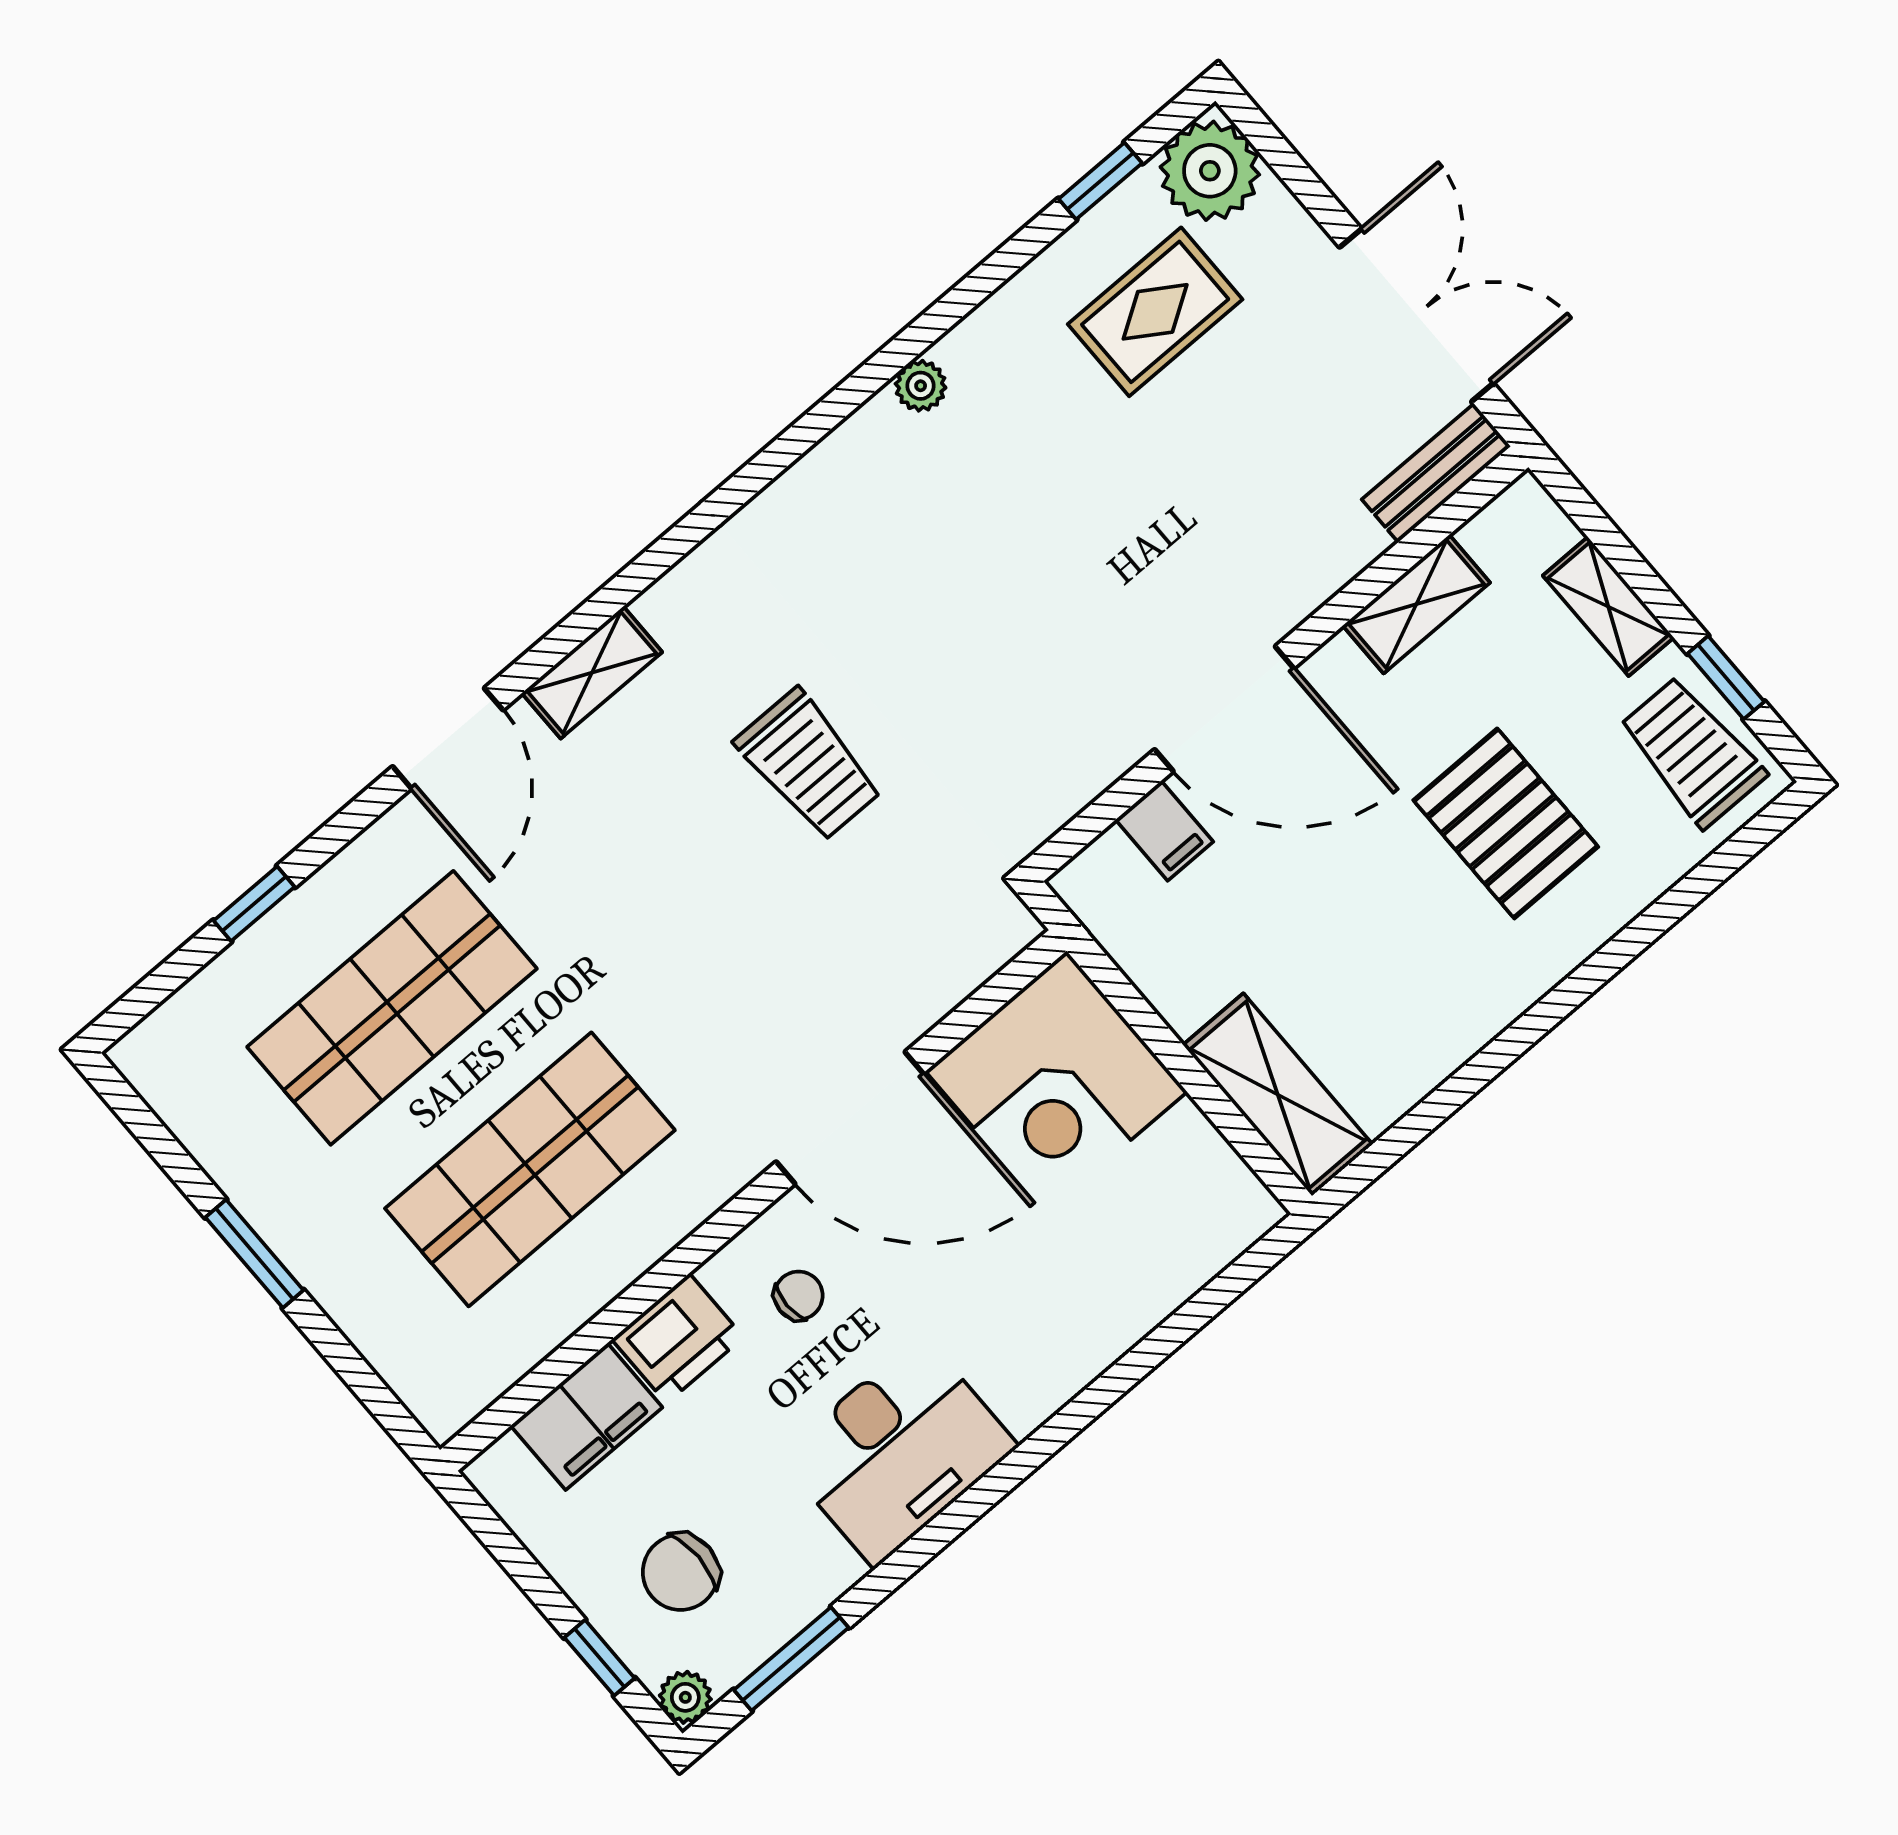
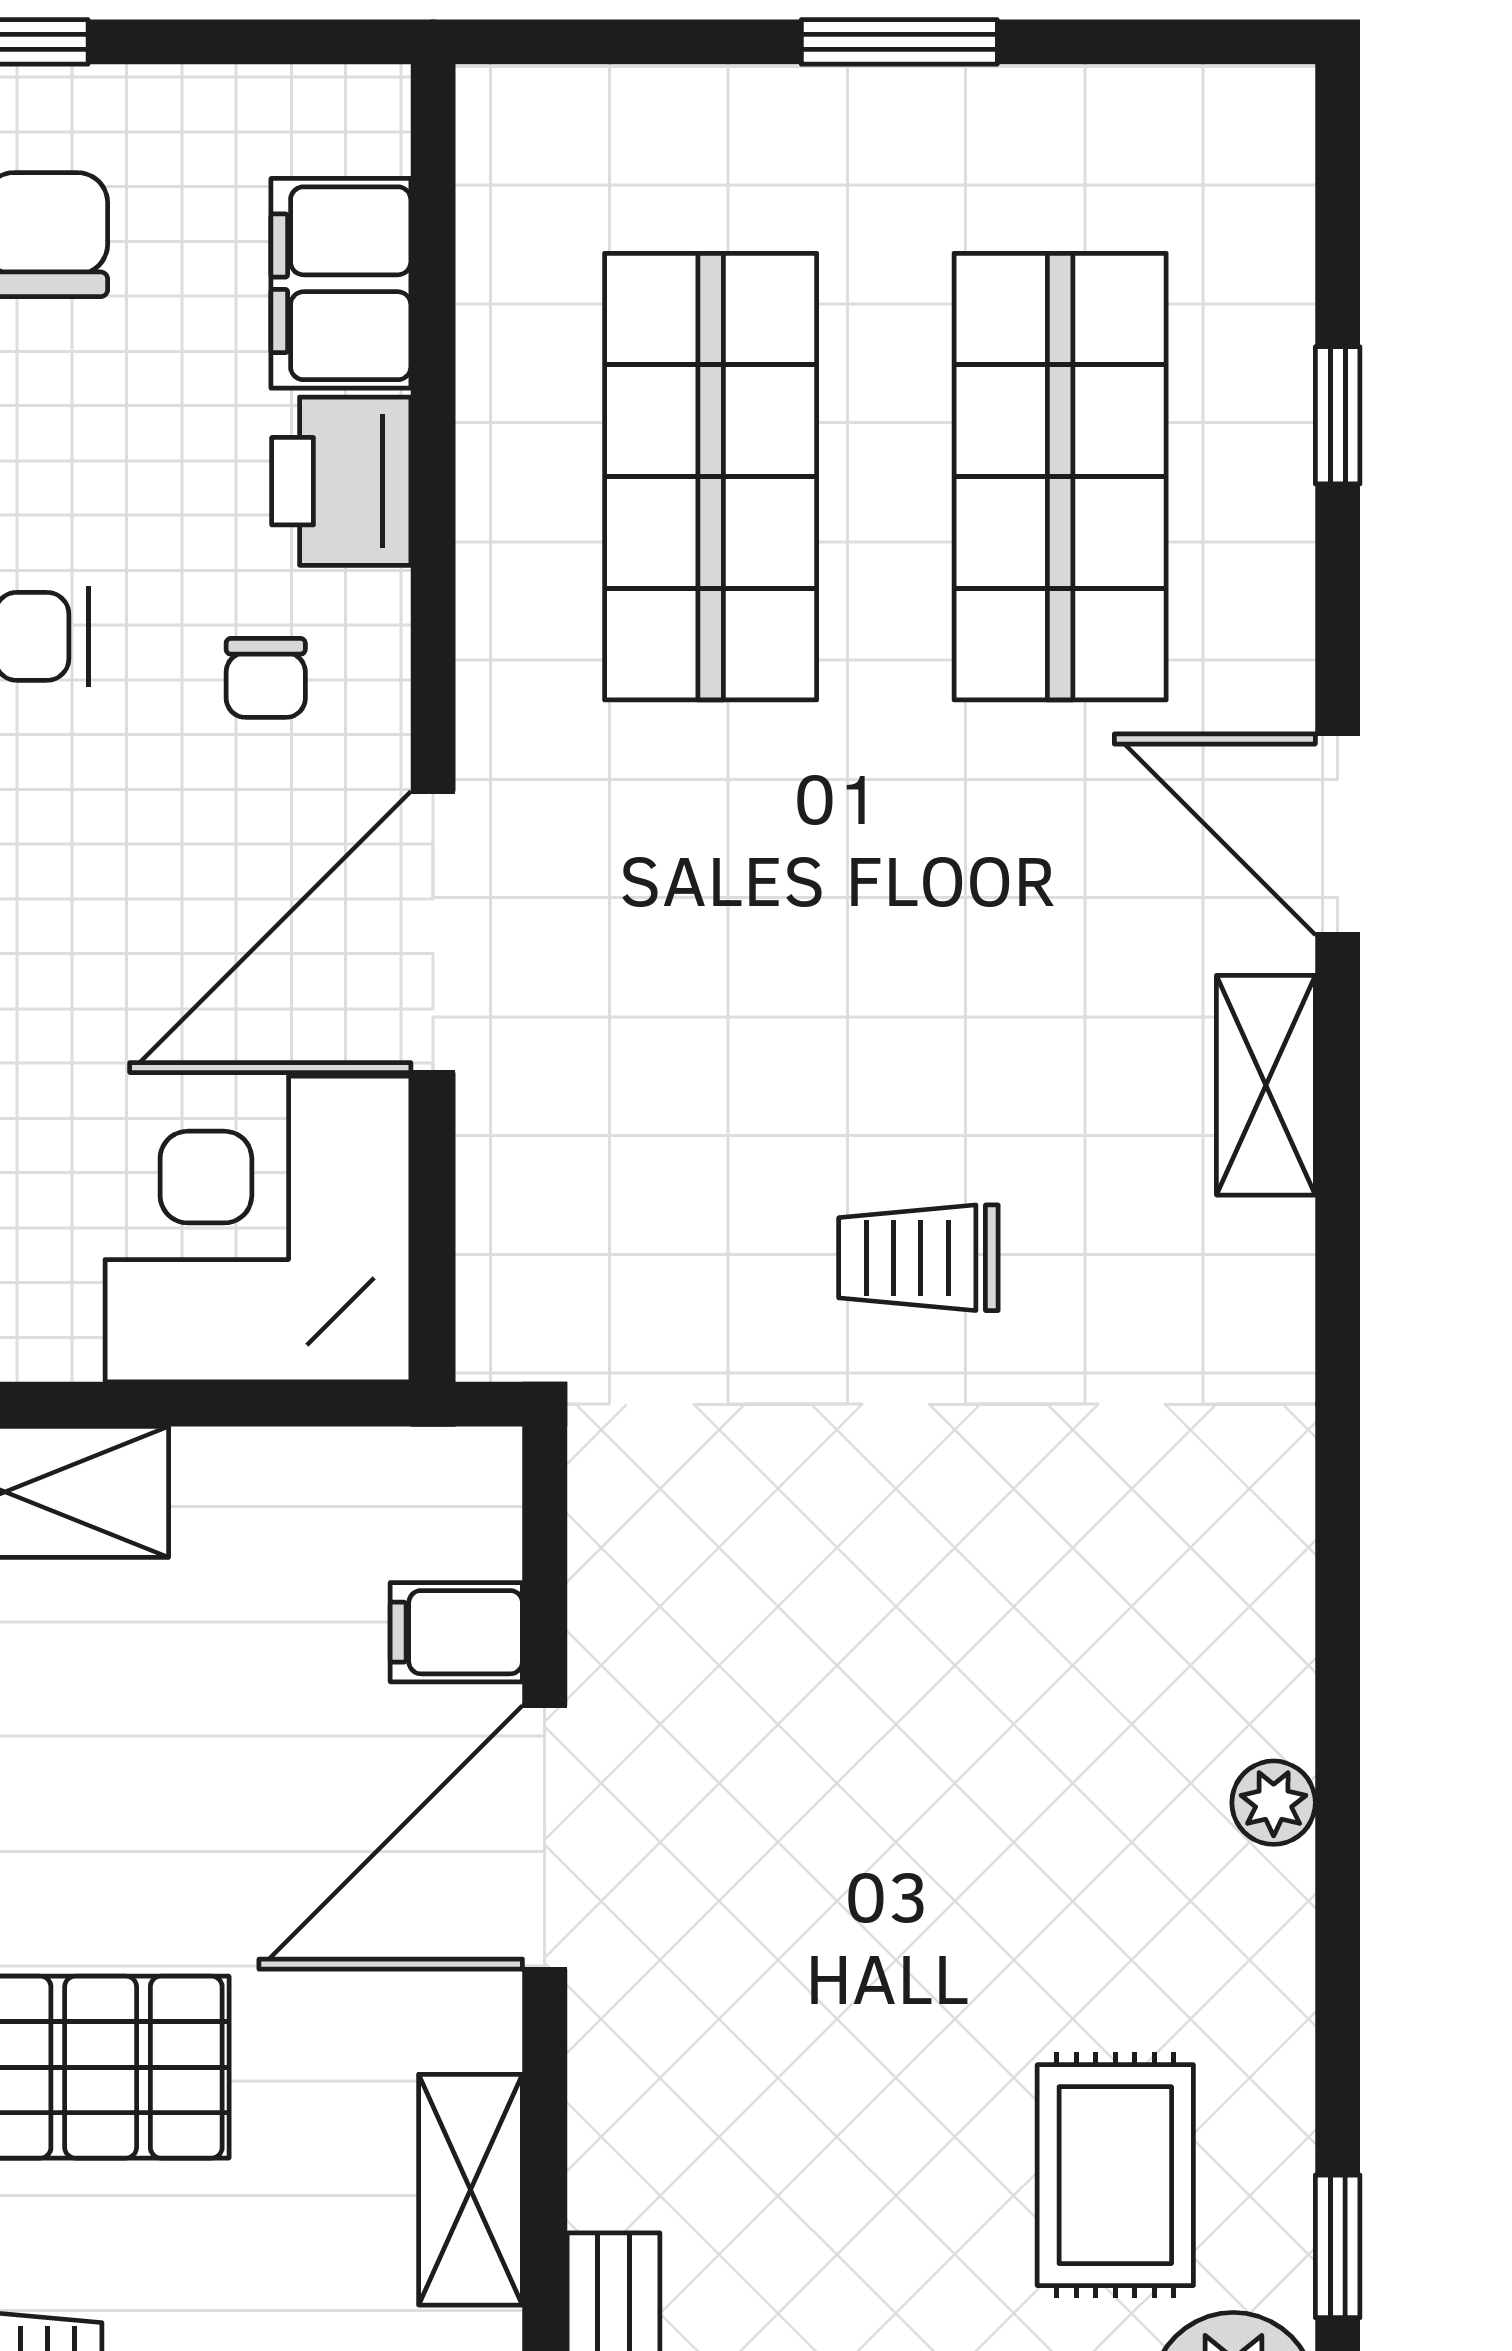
trolley: (809, 765) -> (918, 1258), width x0.73, depth x0.72

